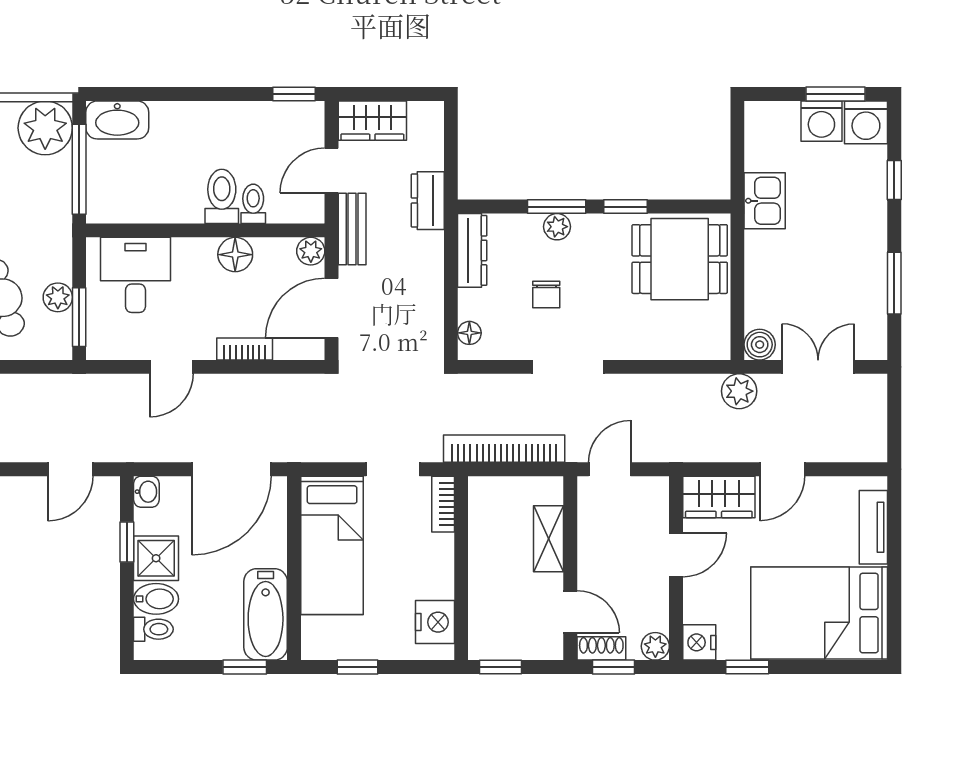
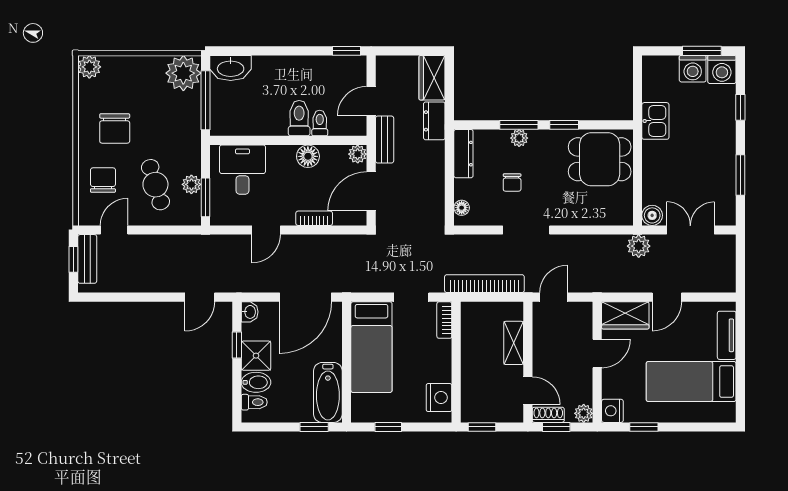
wardrobe: (372, 121) -> (432, 78), moved, turned 90
bed: (819, 613) -> (691, 381), width x0.67

